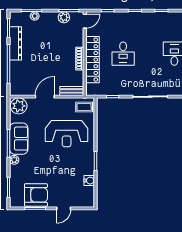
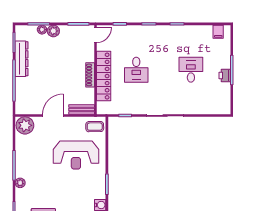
plant: (64, 17) -> (53, 31), moved
sofa: (19, 139) -> (25, 160), removed

